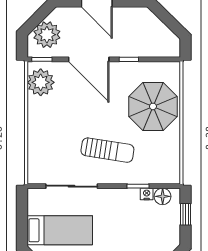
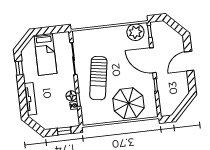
plant: (47, 35) -> (165, 33), removed
door: (89, 59) -> (153, 60), hinge flipped
sun lounger: (107, 150) -> (98, 78), width x1.36, depth x1.34
floor lamp: (163, 196) -> (71, 96), moved

